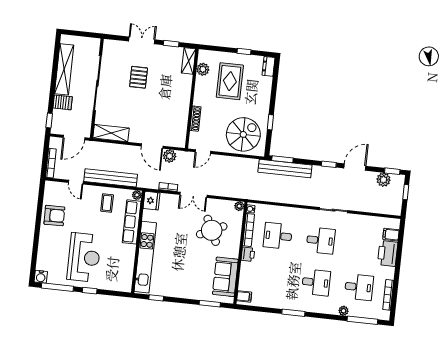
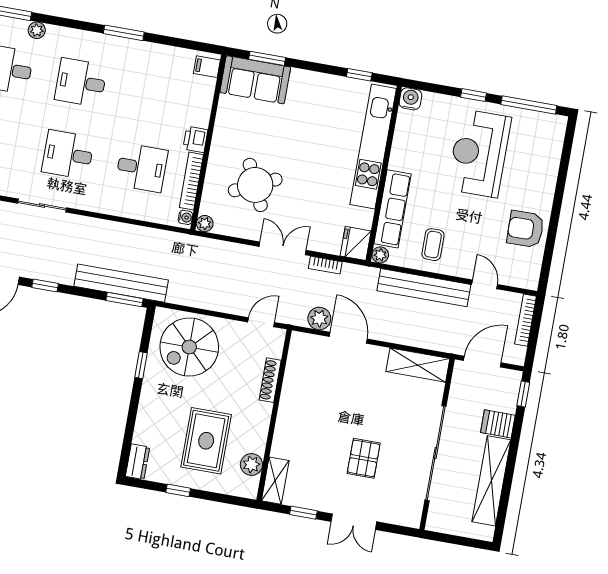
water cooler: (41, 277) -> (410, 99), moved
sofa: (225, 277) -> (255, 80), moved, turned 90

